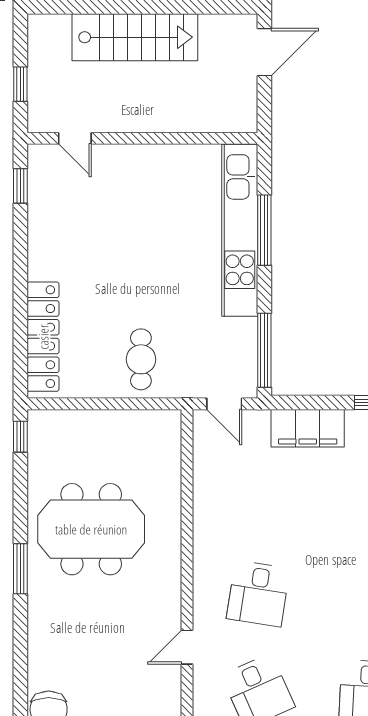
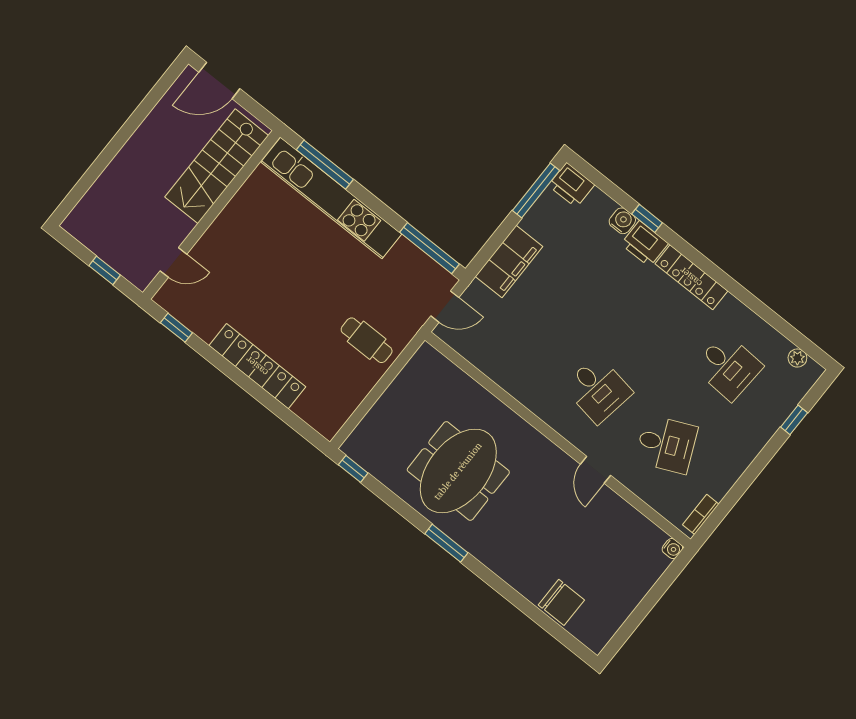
stairs: (135, 37) -> (217, 166), moved, turned 180
door: (264, 52) -> (219, 80), swing flipped
window: (264, 230) -> (325, 165), moved
locker: (43, 337) -> (257, 366), moved

